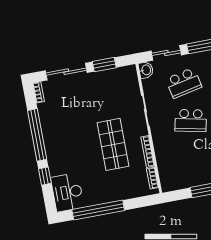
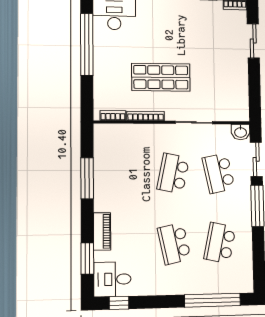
window: (104, 65) -> (254, 86), removed
sliding door: (66, 72) -> (253, 41), width x0.73

